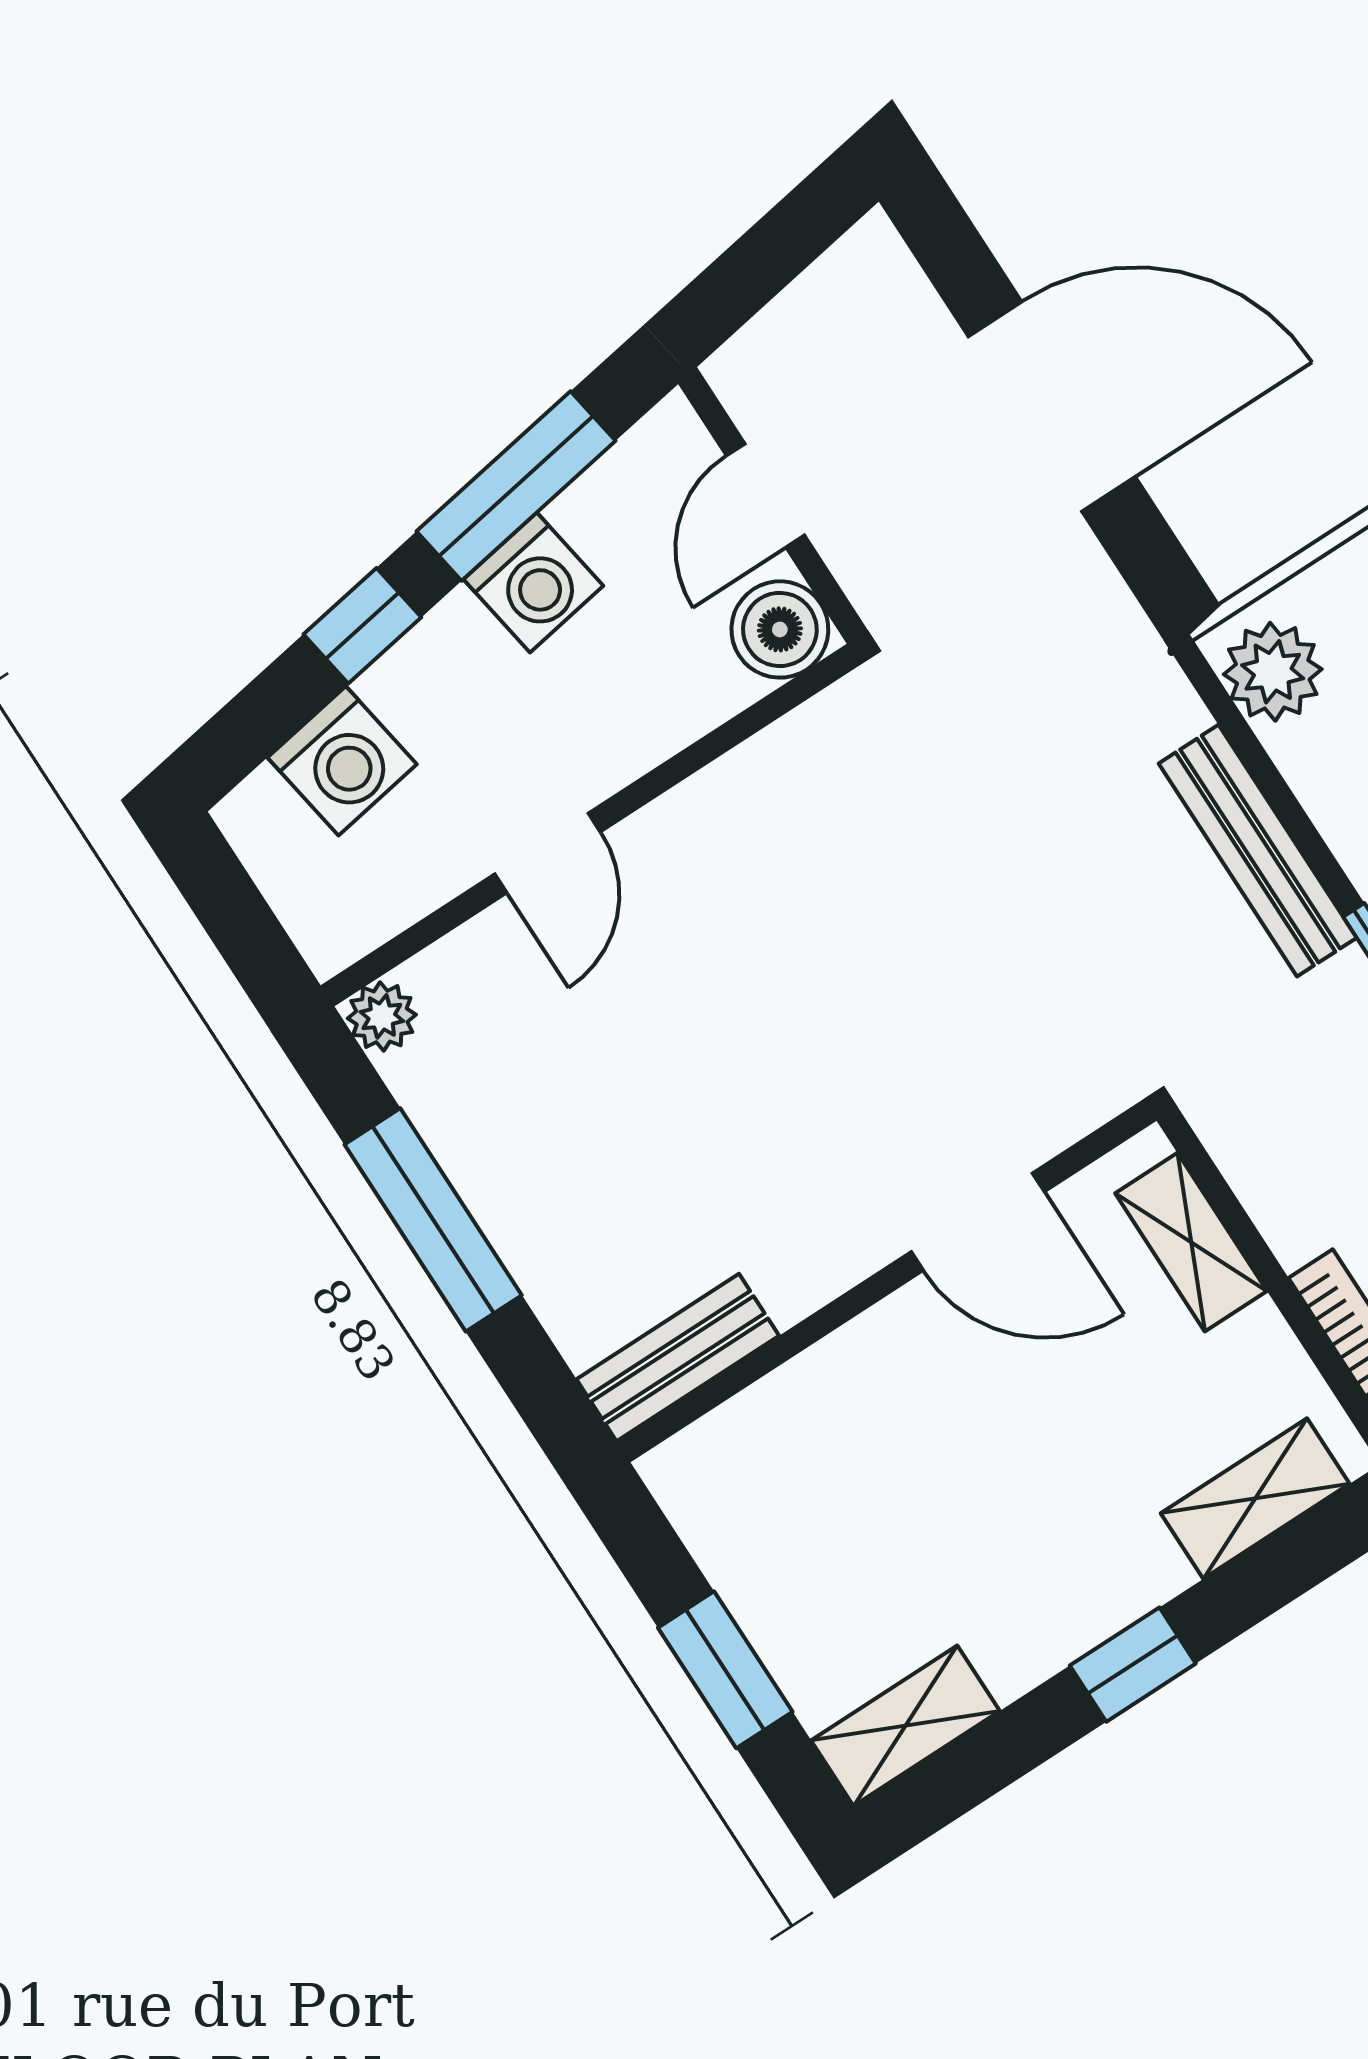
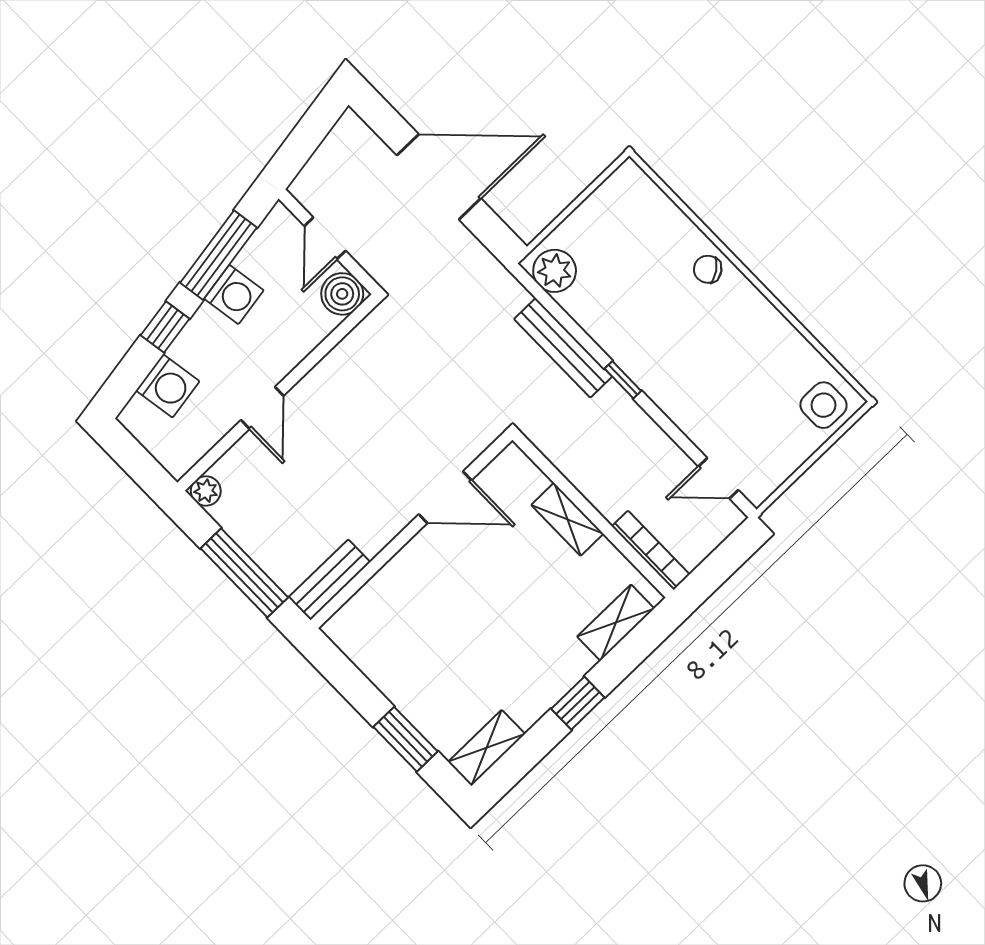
door: (978, 1222) -> (445, 497), moved
wall: (887, 1281) -> (411, 530), moved
bench: (678, 1357) -> (329, 580), moved

